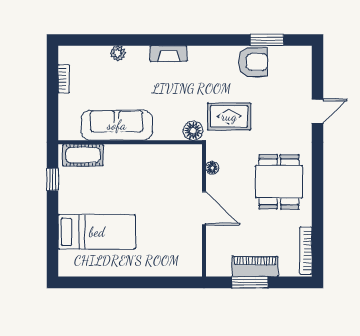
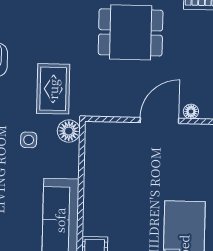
side table: (185, 96) -> (29, 140), added
floor lamp: (212, 168) -> (191, 111), moved

